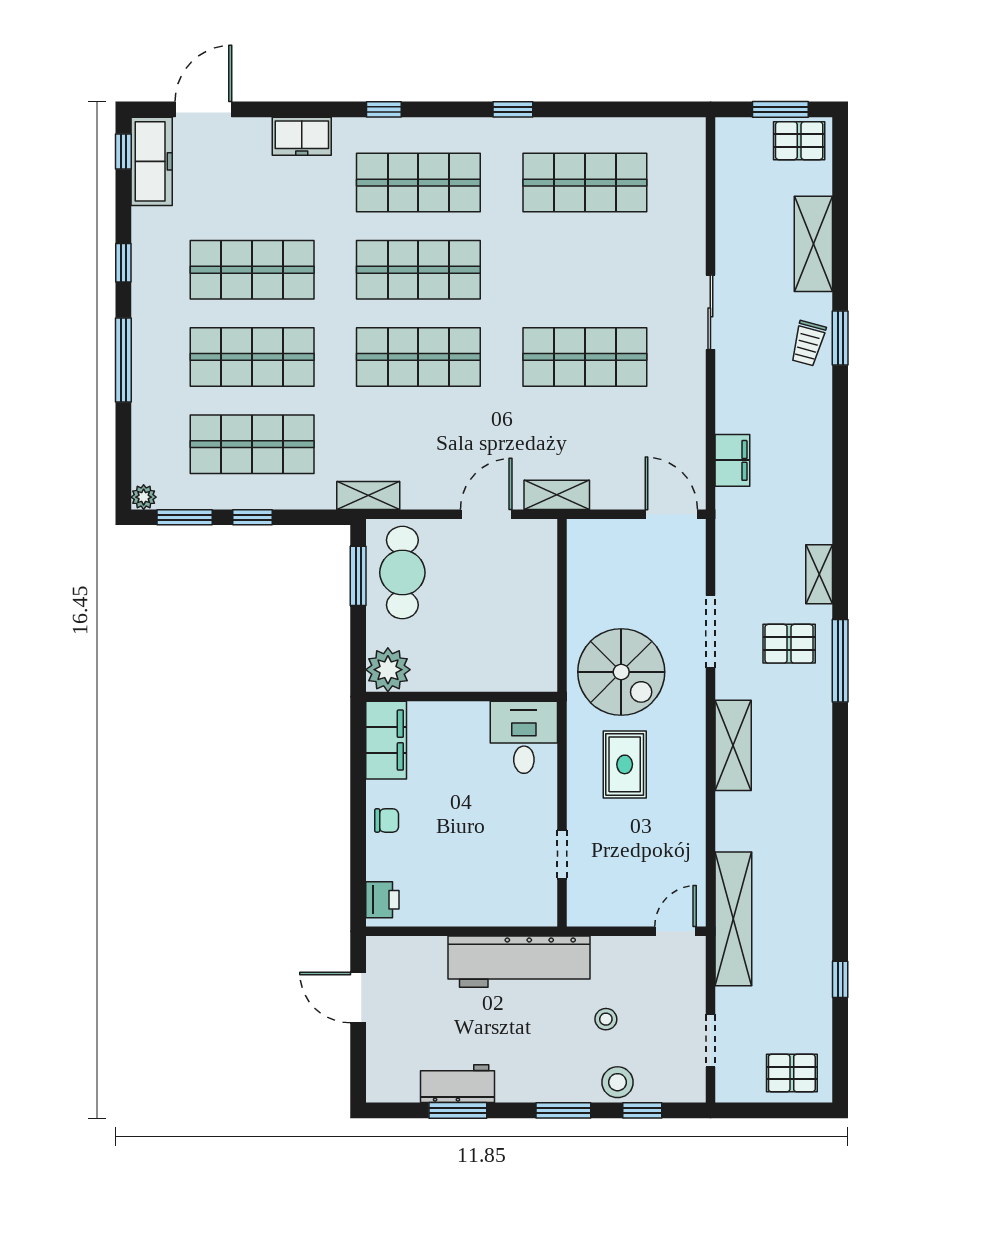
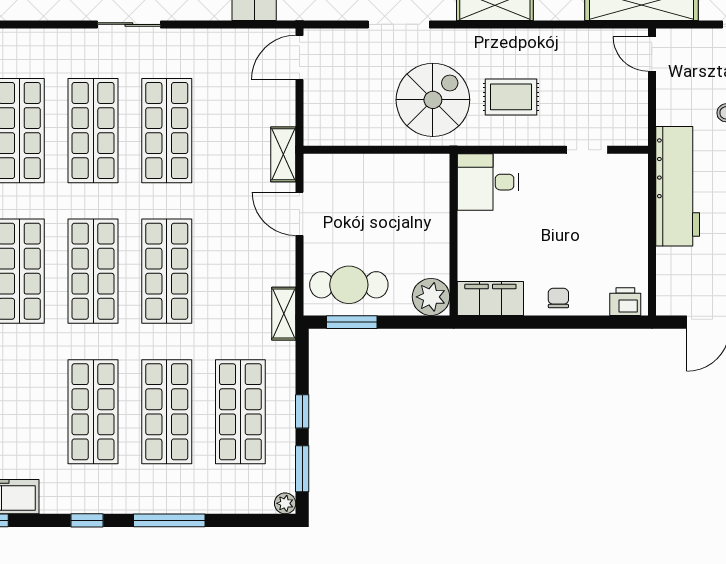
shop shelf: (585, 270) -> (93, 131), added

